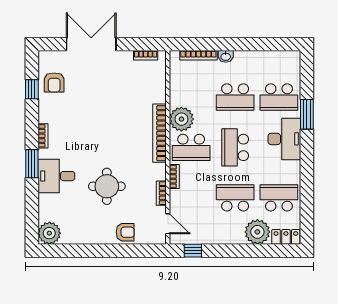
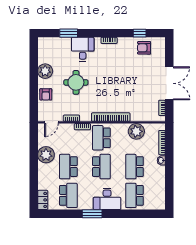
double door: (91, 44) -> (169, 83), moved
window: (307, 114) -> (92, 214), moved
plant: (181, 119) -> (136, 131), moved
school desk: (235, 147) -> (101, 167), turned 90
window: (32, 164) -> (69, 33), moved
school desk: (235, 198) -> (68, 167), turned 180
plant: (257, 232) -> (46, 155), moved
plant: (49, 233) -> (45, 71), moved
window: (193, 251) -> (34, 139), removed

